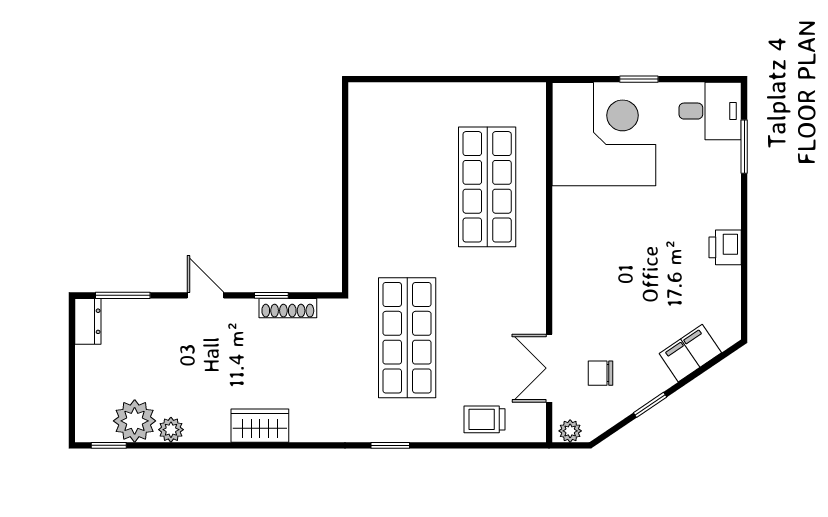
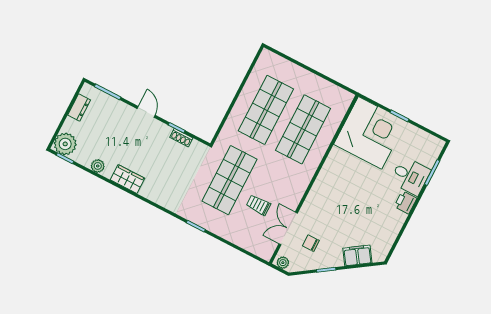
desk: (710, 111) -> (410, 176), moved
shop shelf: (407, 187) -> (266, 110), added
printer: (725, 247) -> (405, 202), moved
shoe rack: (288, 308) -> (181, 138), width x0.70
dresser: (88, 321) -> (79, 107), moved
trolley: (484, 419) -> (258, 205), moved
plant: (135, 421) -> (65, 144), moved
wardrobe: (260, 426) -> (128, 179), moved

